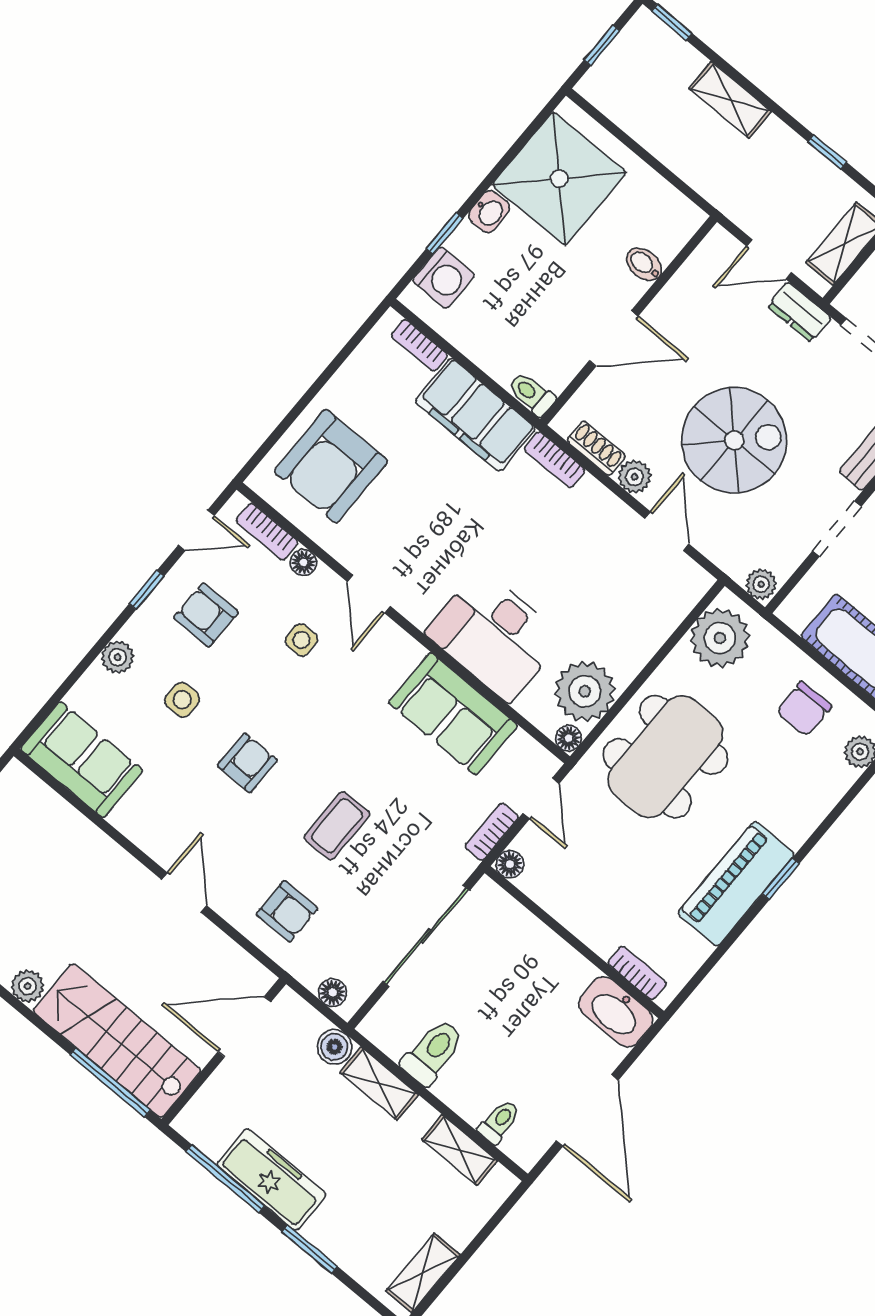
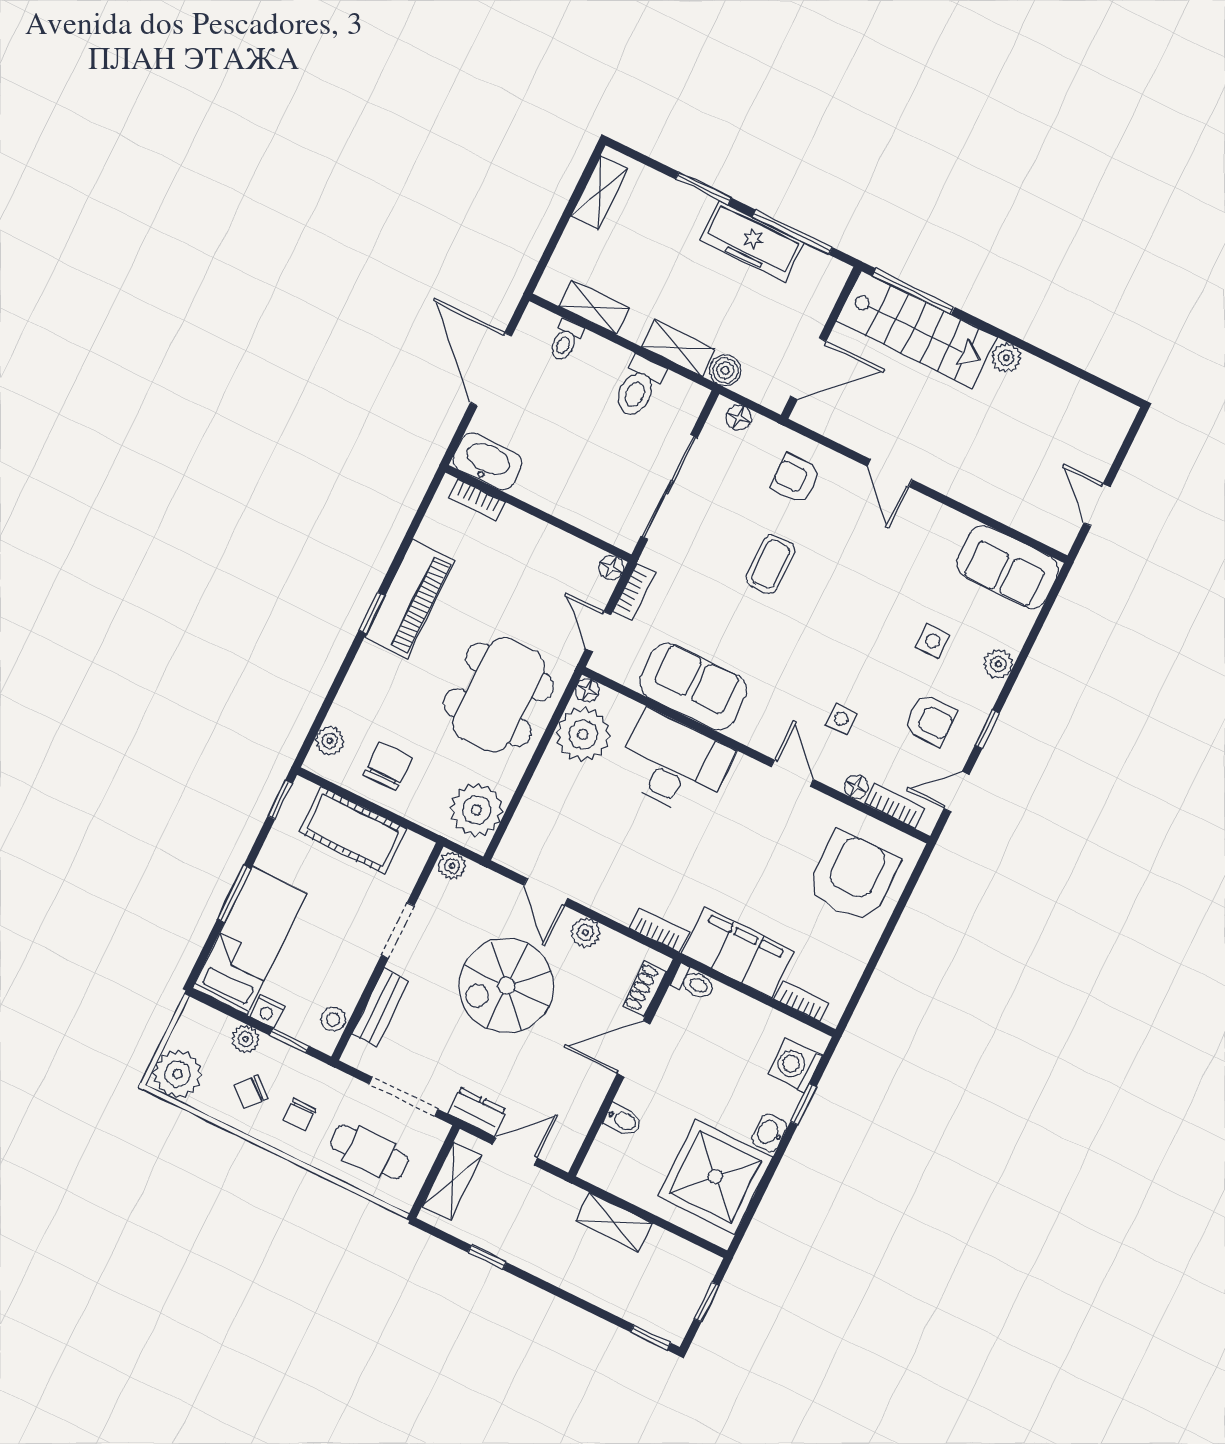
shelving: (730, 100) -> (614, 1222), moved
shoe rack: (596, 448) -> (645, 989), moved, turned 90
armchair: (247, 763) -> (862, 600), removed

